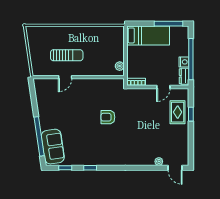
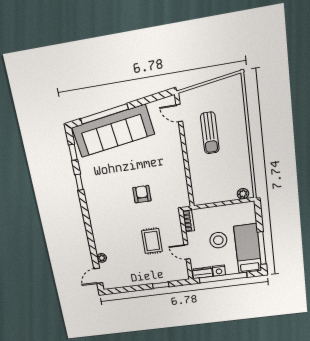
bed: (148, 35) -> (248, 249), moved, turned 180
stool: (157, 59) -> (218, 240), added
plant: (120, 66) -> (243, 194), moved
door: (65, 77) -> (179, 113), moved
rug: (178, 112) -> (152, 241), moved, turned 90
sofa: (53, 147) -> (113, 131), width x1.85, depth x1.27

